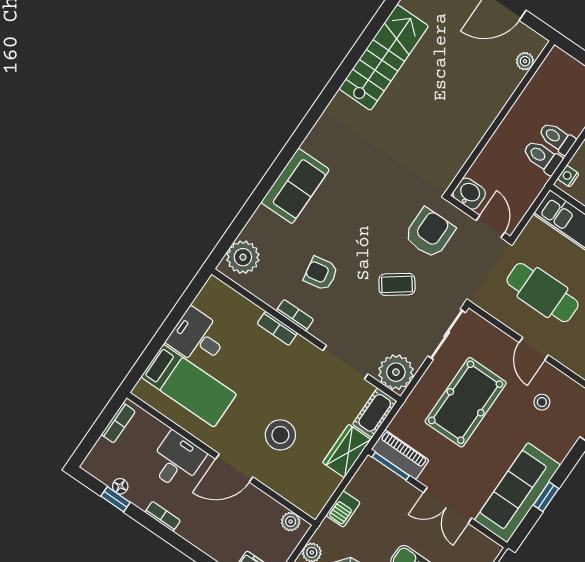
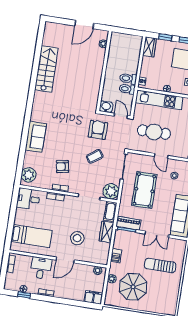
toilet: (557, 138) -> (127, 89), moved
desk: (198, 337) -> (28, 199), moved

